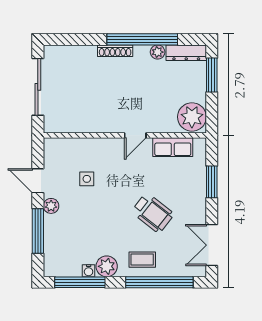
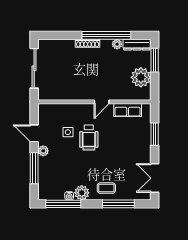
plant: (192, 117) -> (141, 77), moved
wheelchair: (153, 213) -> (89, 137), moved, turned 52
window: (159, 282) -> (118, 204), width x0.68

